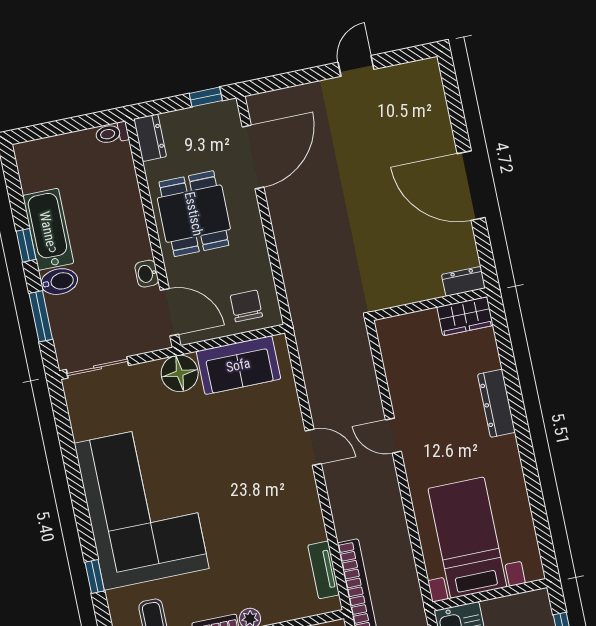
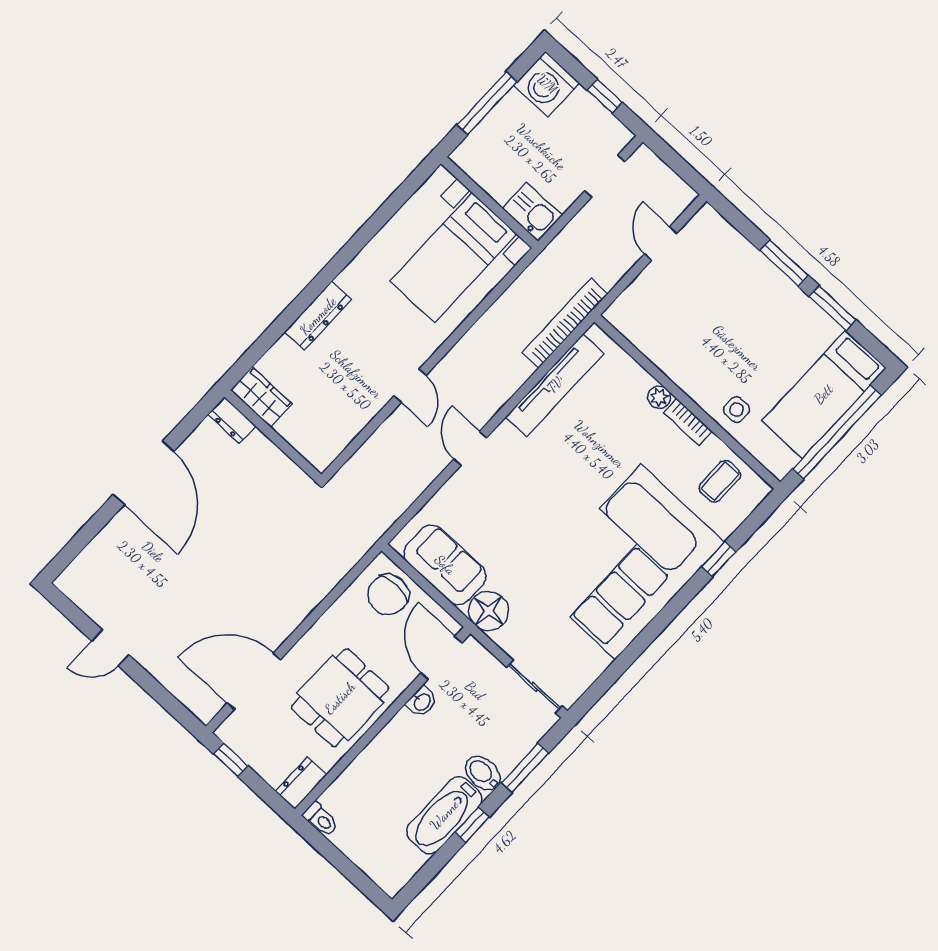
chair: (246, 306) -> (388, 595), width x1.37, depth x1.37
tv unit: (324, 570) -> (555, 385), width x1.92, depth x1.29

